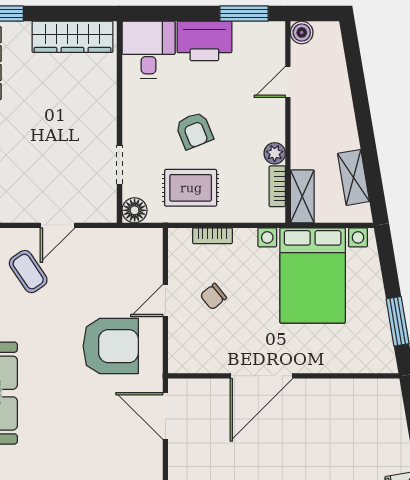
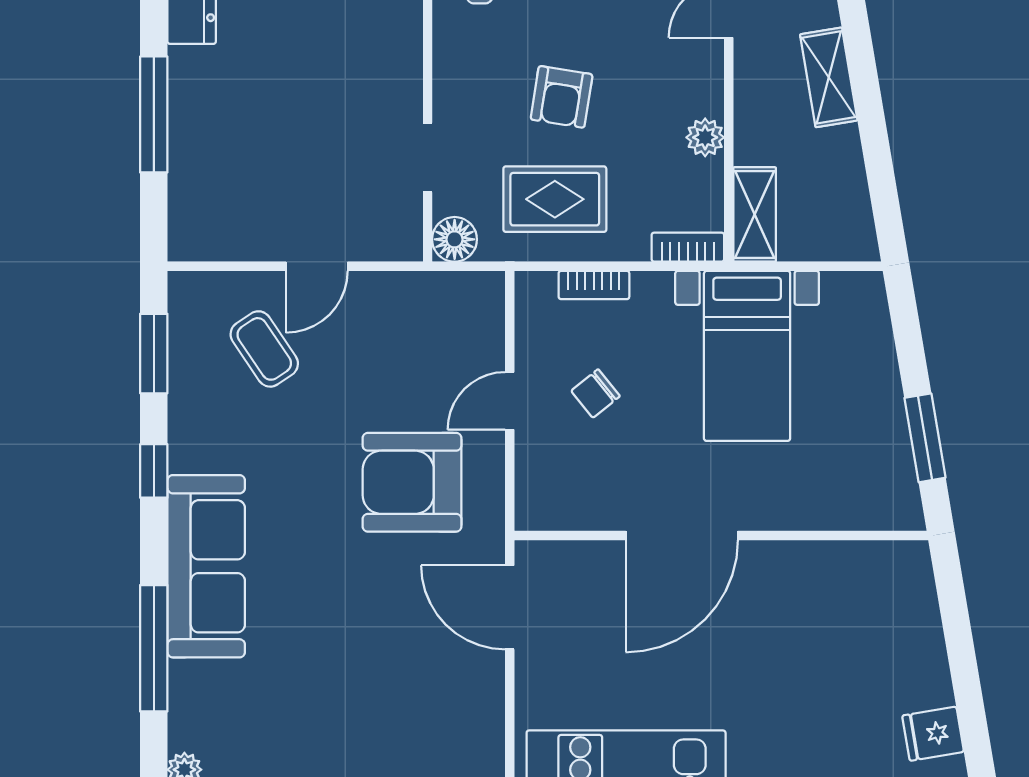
armchair: (194, 131) -> (562, 97), turned 31
shelving: (353, 177) -> (829, 77), moved
bookcase: (277, 186) -> (688, 247), moved, turned 90
bed with nightstands: (313, 275) -> (747, 356), width x0.73
armchair: (111, 346) -> (412, 482), turned 180

